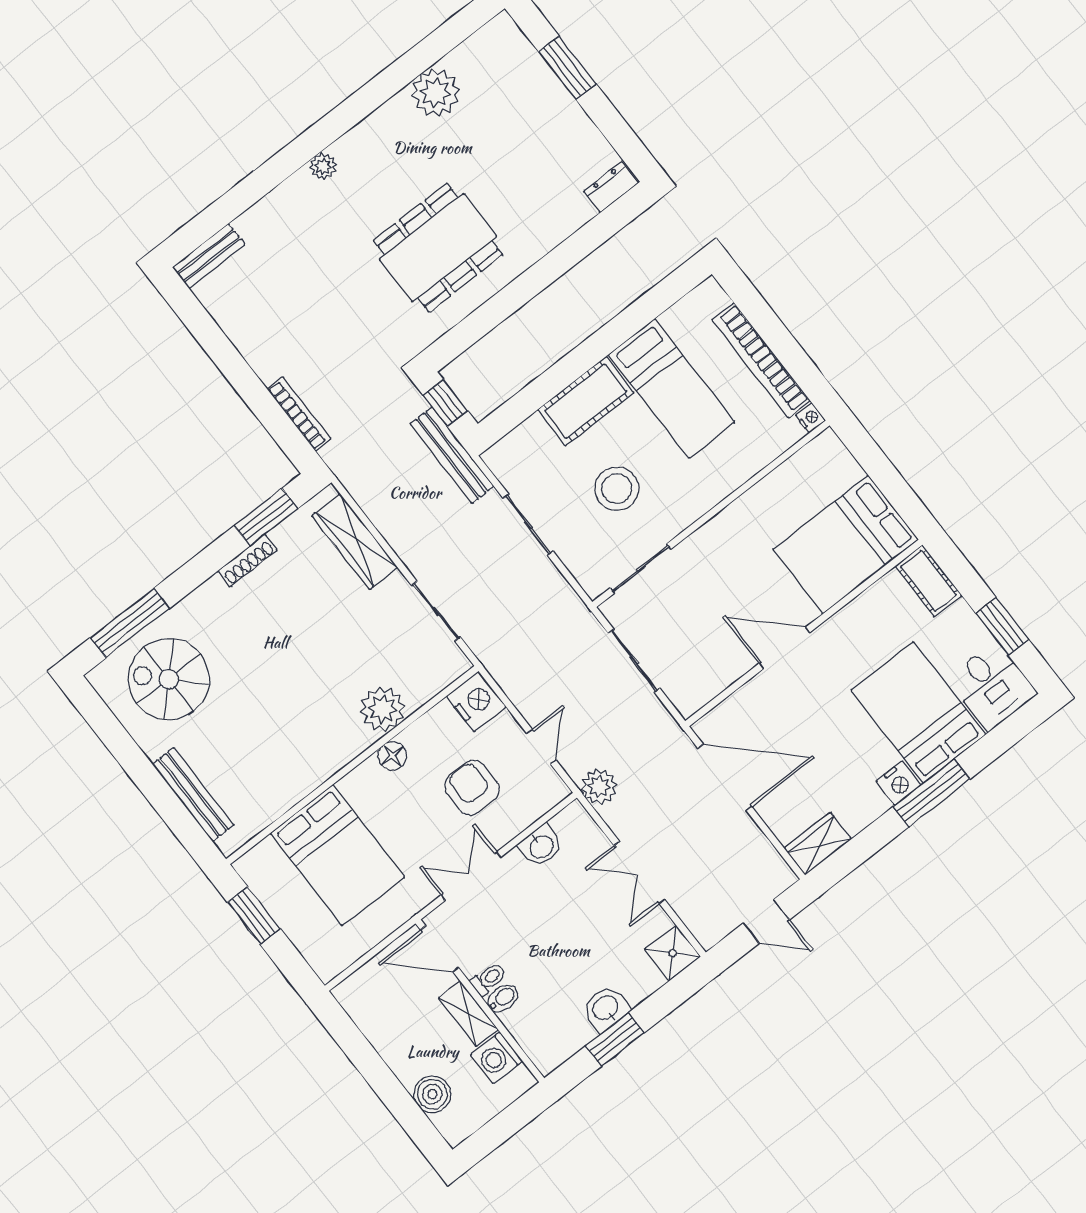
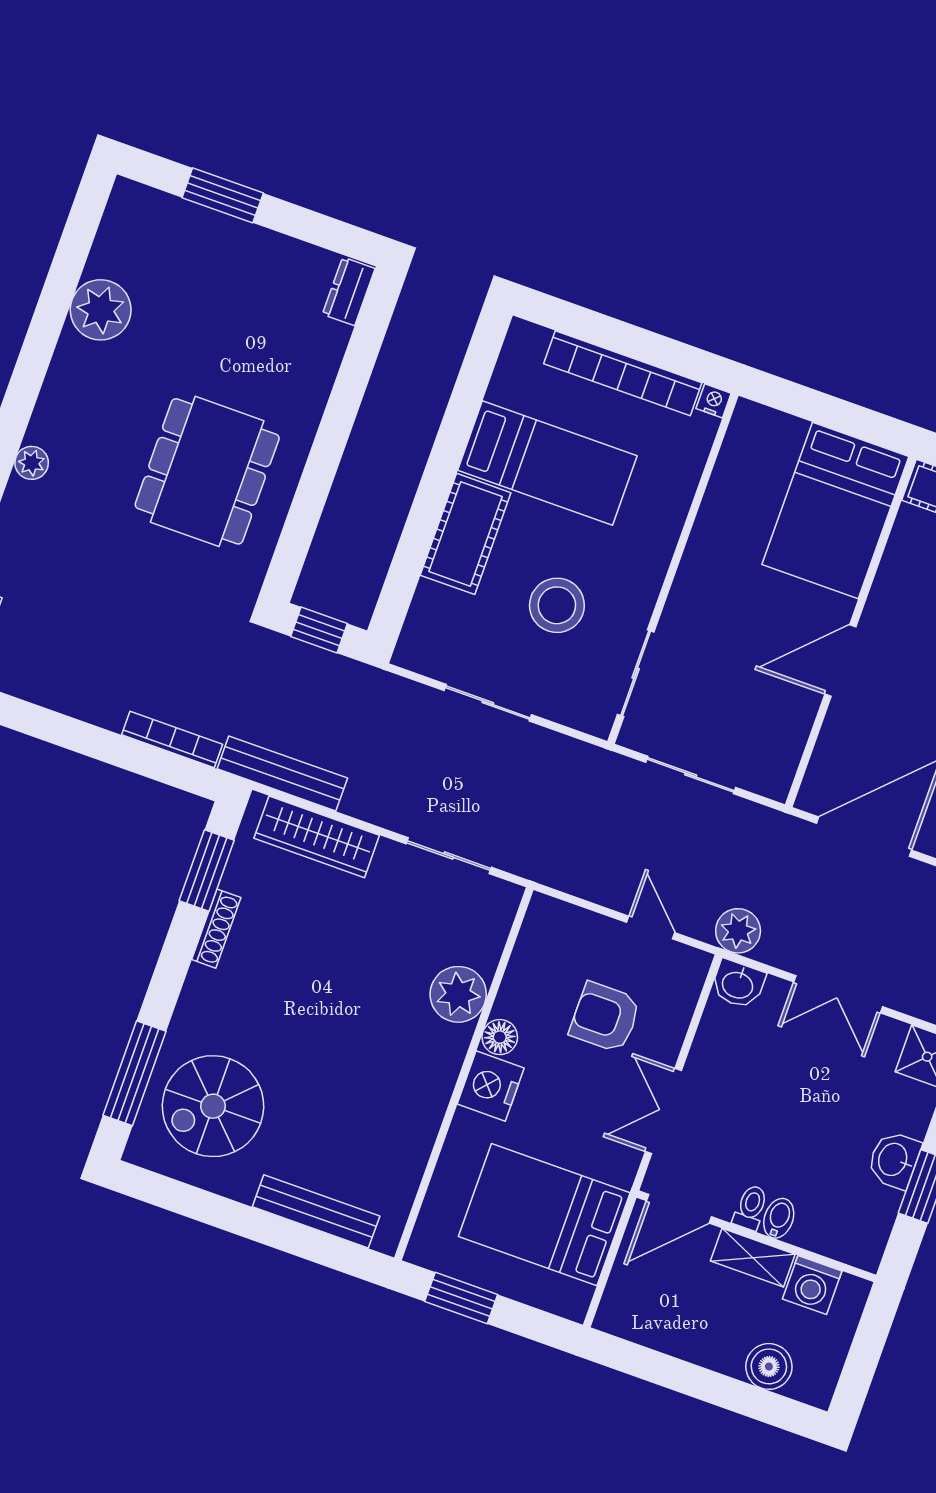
bench: (452, 455) -> (282, 773), moved
nightstand: (476, 701) -> (491, 1086), moved, turned -90
washbasin: (541, 846) -> (738, 984), moved, turned 90
bed: (337, 855) -> (544, 1215), moved, turned 180

